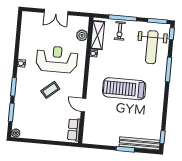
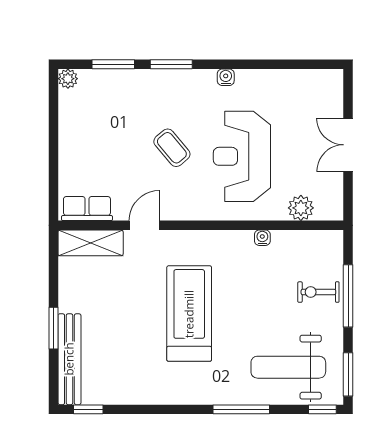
shelving: (98, 35) -> (91, 243), moved
reception desk: (57, 59) -> (242, 156), turned 180

